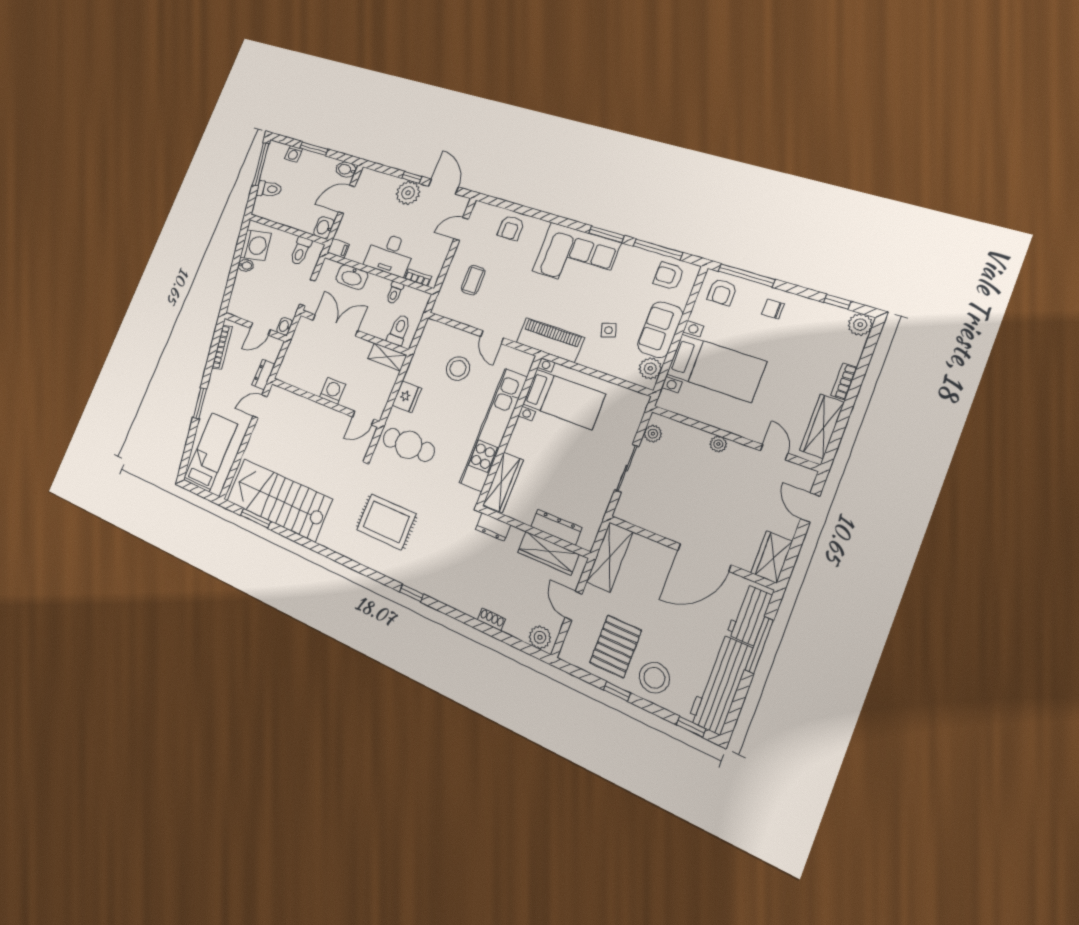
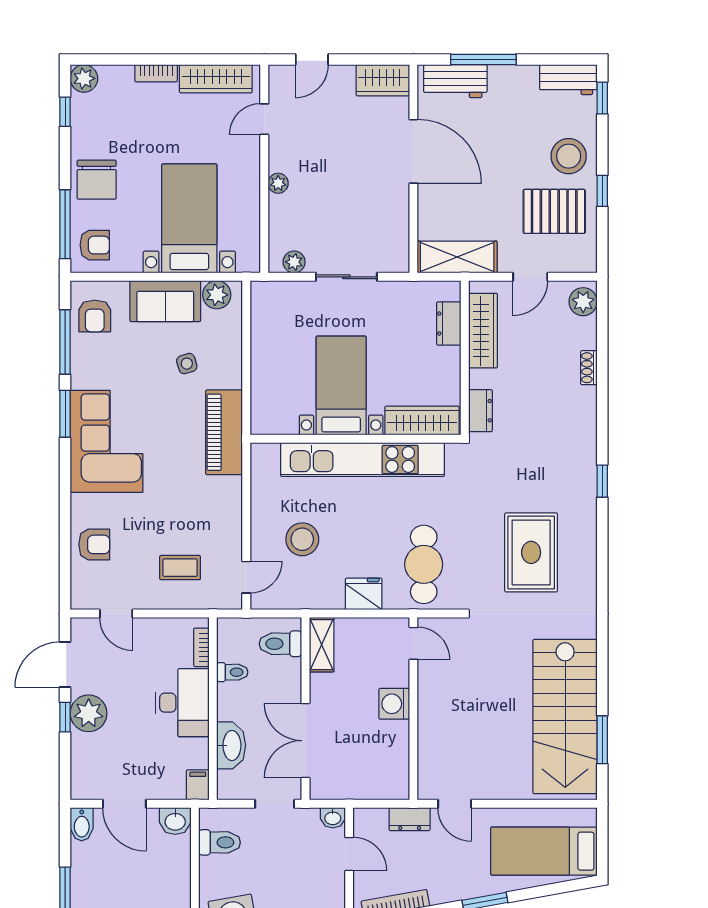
chair: (773, 309) -> (97, 180), width x1.87, depth x1.87
door: (492, 337) -> (246, 577), moved
bed with nightstands: (564, 399) -> (341, 385), moved
dresser: (556, 527) -> (449, 323), width x0.70
workbench: (720, 684) -> (568, 80), width x0.53, depth x0.76

